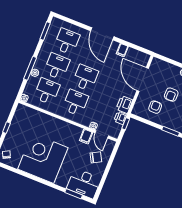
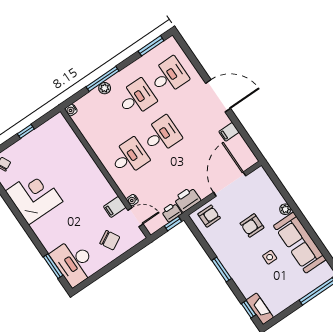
door: (102, 34) -> (218, 96), swing flipped
desk: (47, 91) -> (104, 120), removed
armchair: (155, 107) -> (209, 216), moved
door: (102, 134) -> (135, 217), swing flipped
corner desk: (43, 158) -> (34, 196), width x0.74, depth x0.74

